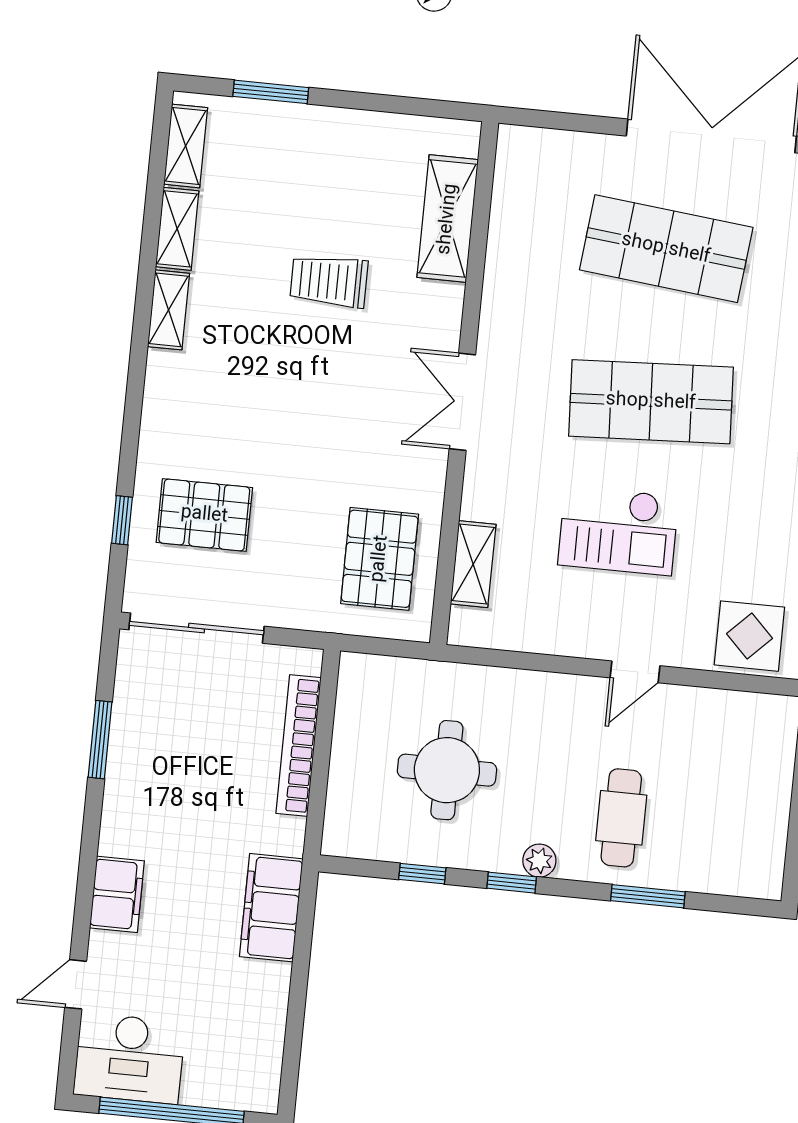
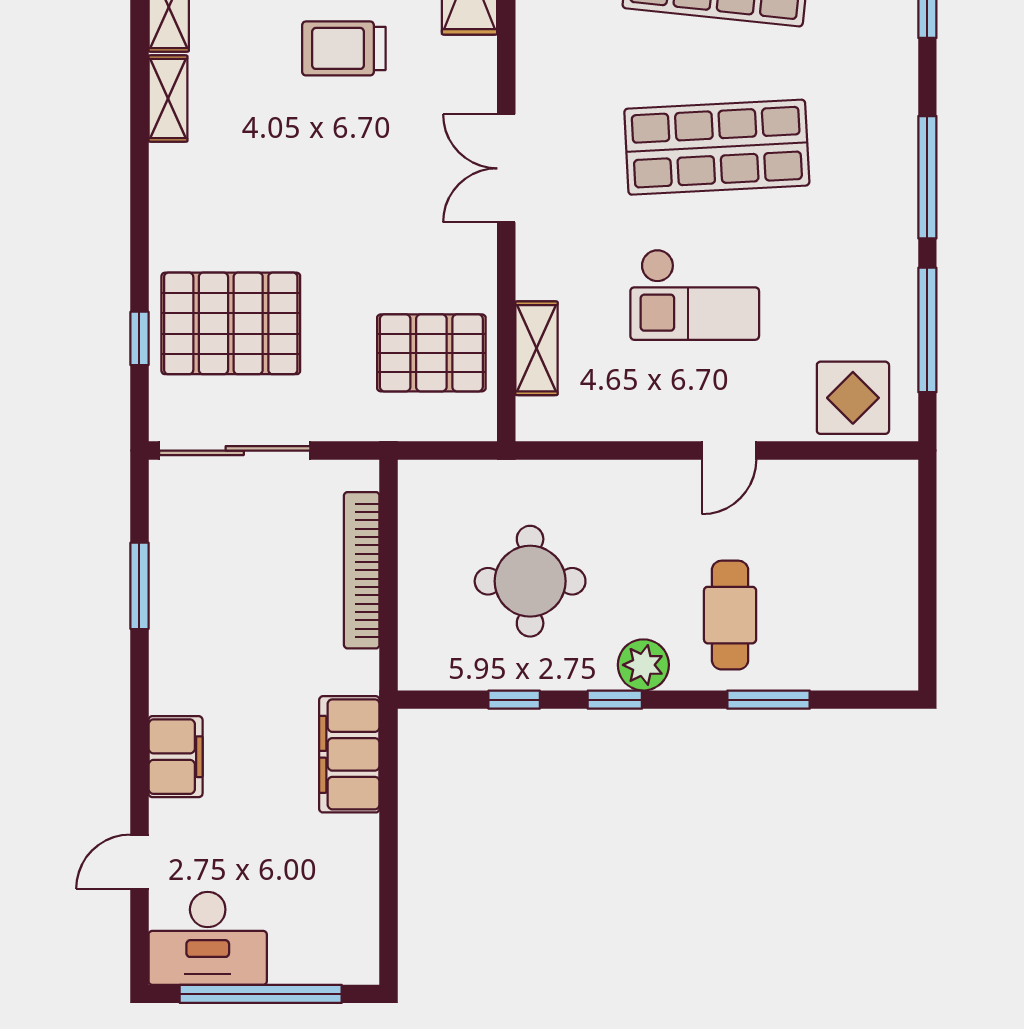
pallet: (204, 515) -> (231, 323), width x1.37, depth x1.41
pallet: (380, 559) -> (431, 353), turned 90
plant: (539, 861) -> (643, 665), width x1.38, depth x1.38

